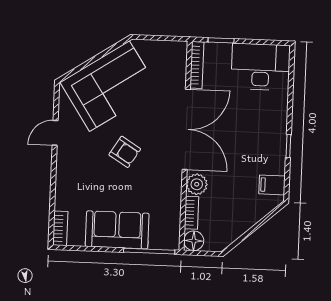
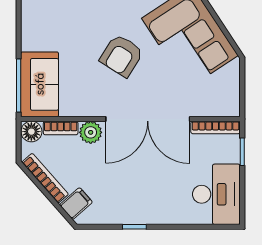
armchair: (125, 152) -> (122, 56), width x1.38, depth x1.38
filing cabinet: (272, 185) -> (76, 204), moved, turned 49
bookcase: (239, 229) -> (45, 178), added
sofa: (117, 230) -> (40, 84), moved

